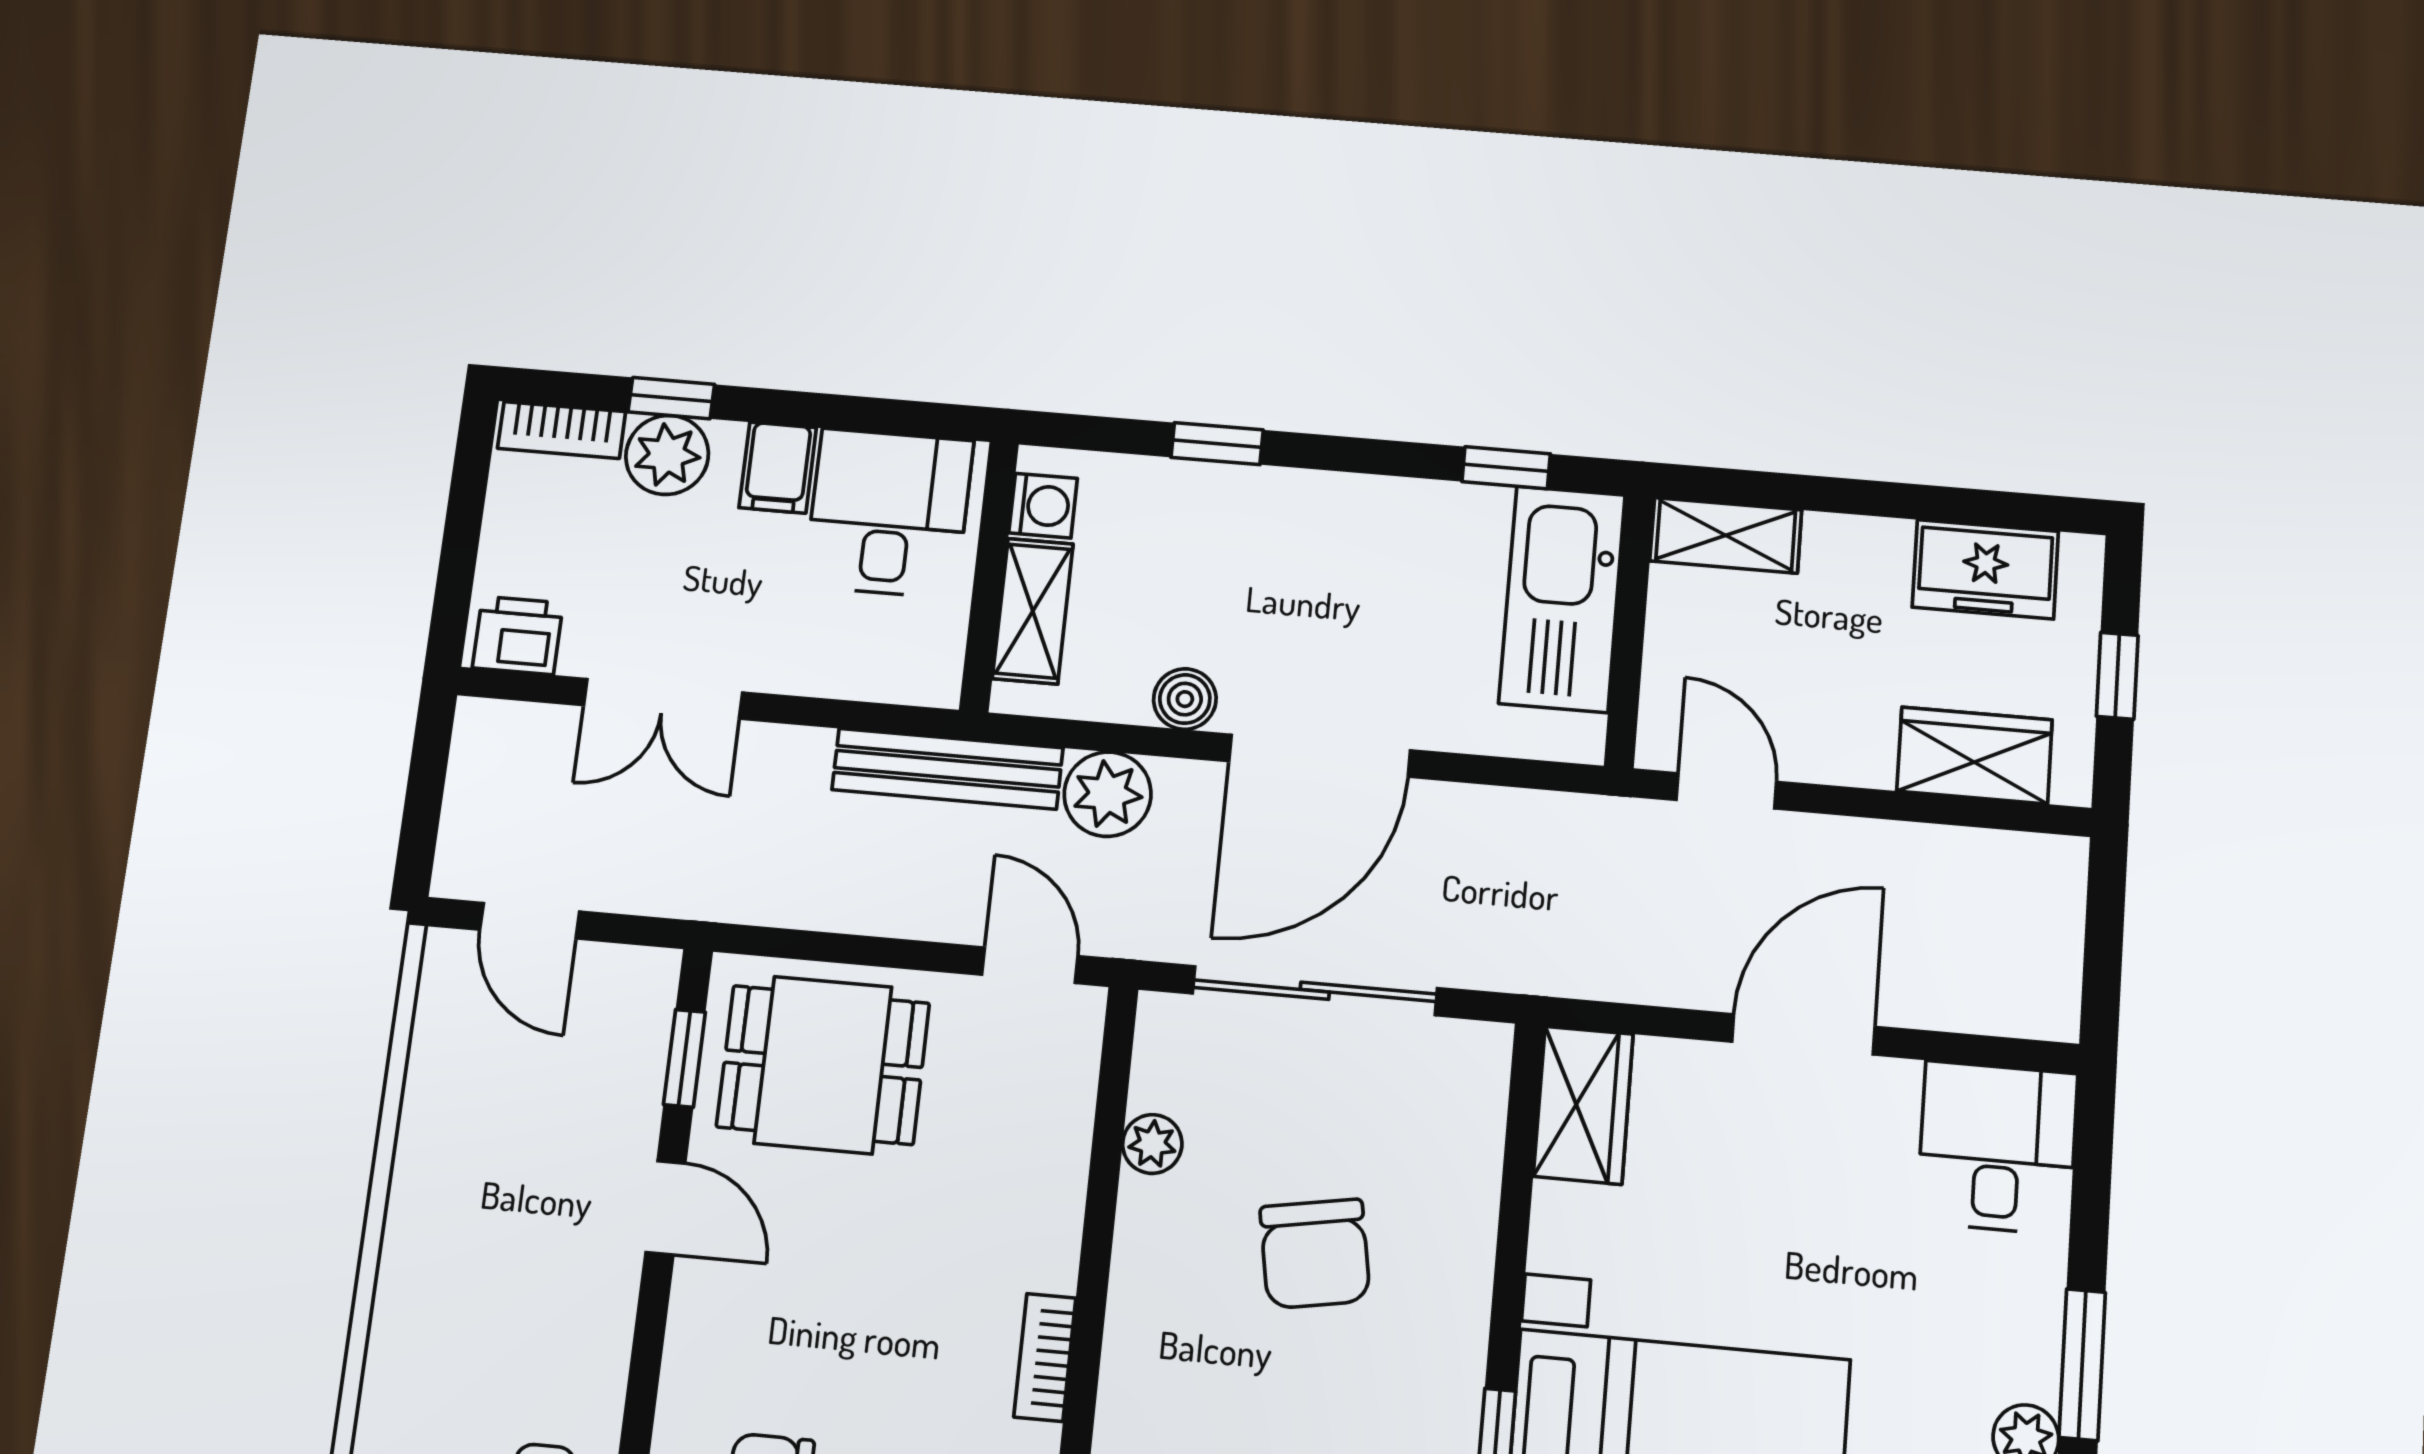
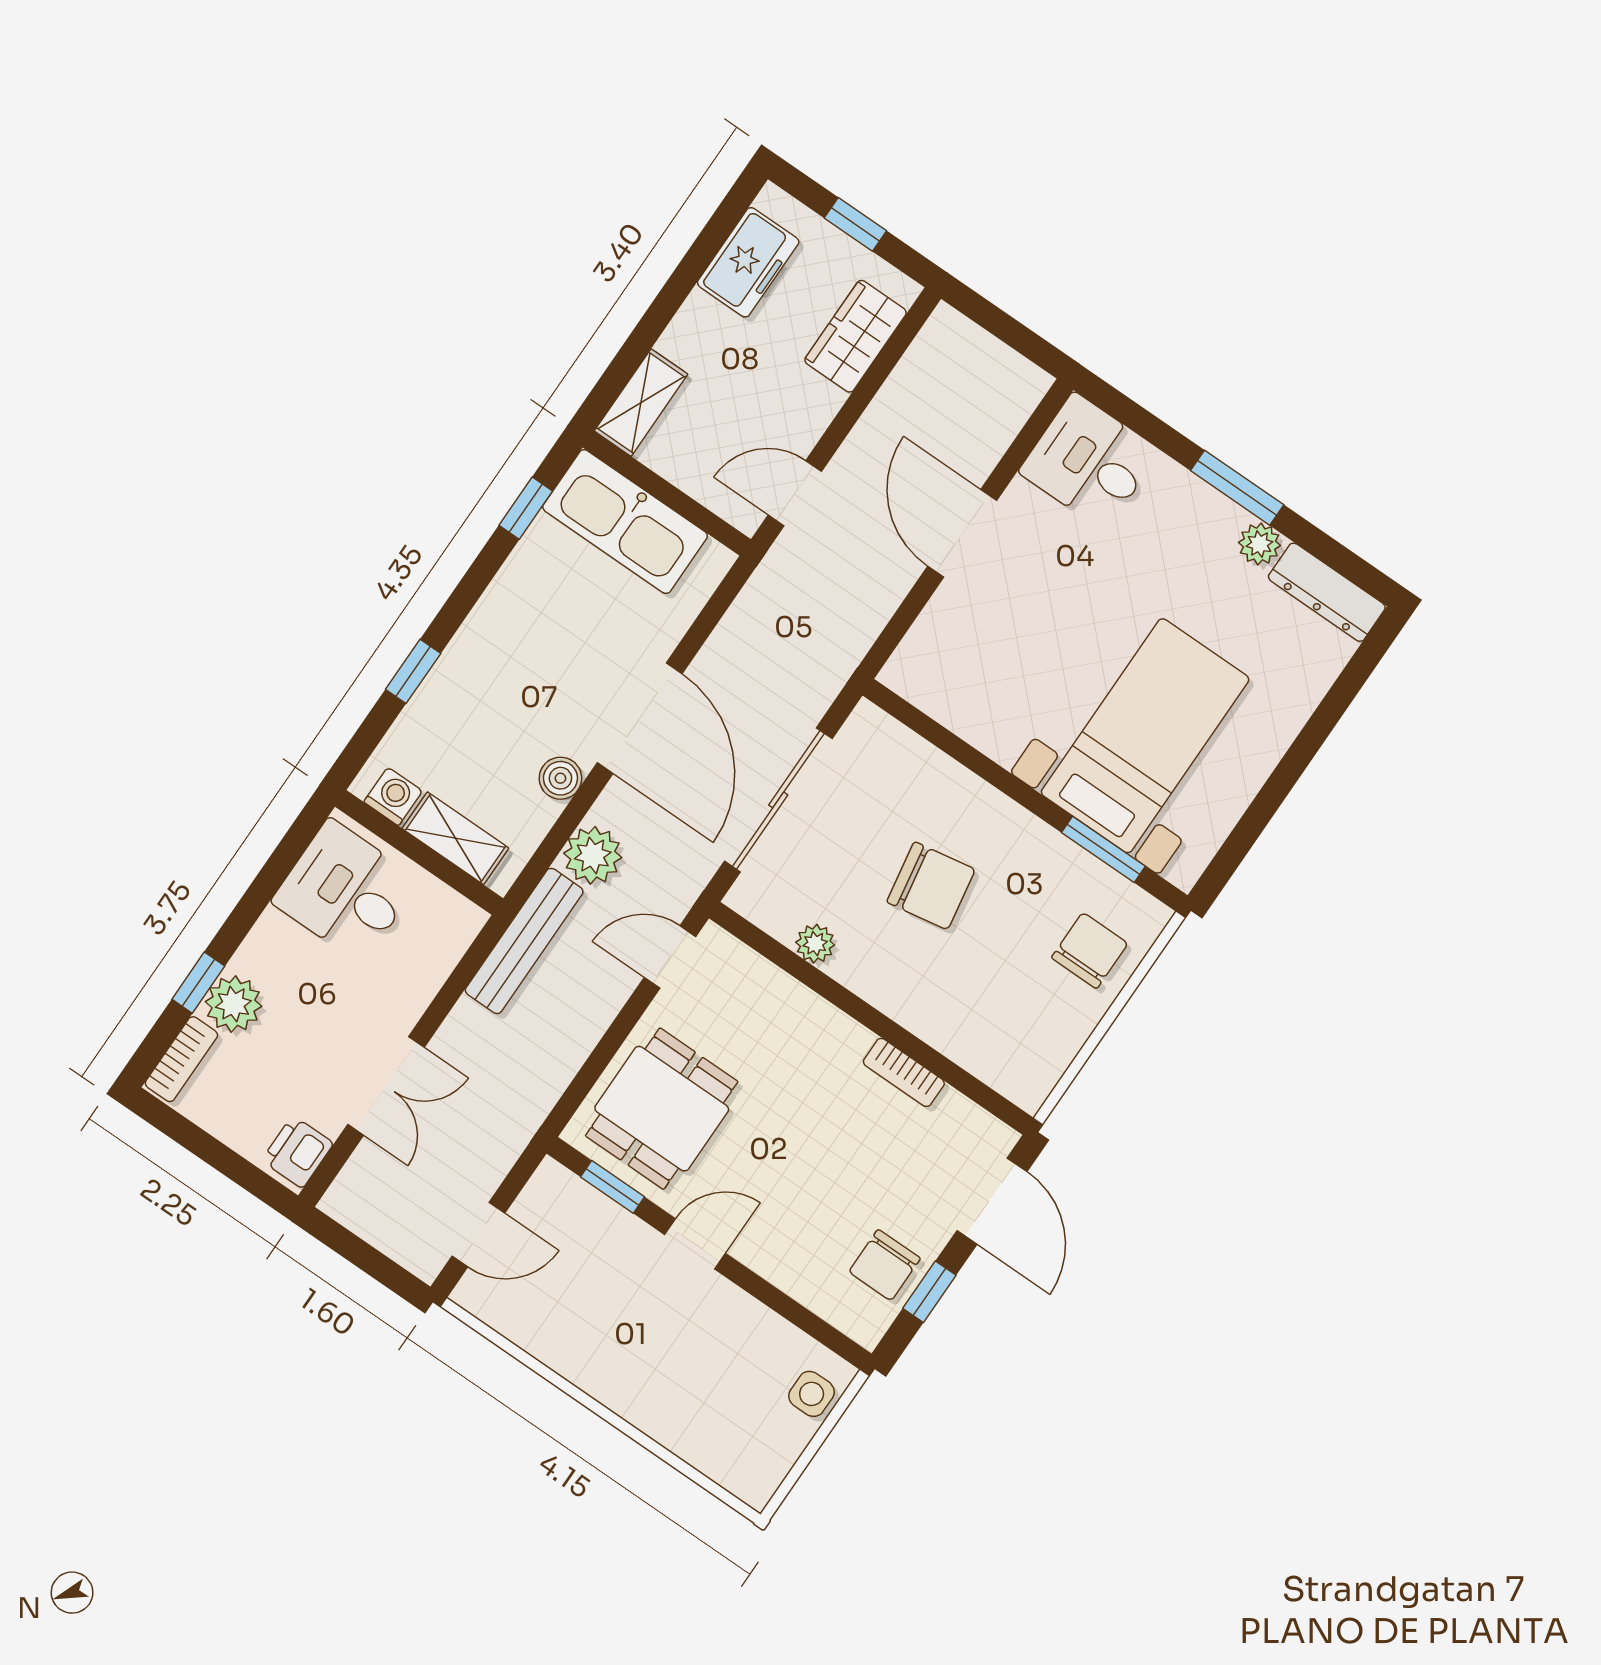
filing cabinet: (778, 468) -> (279, 942), removed
wardrobe: (1583, 1105) -> (932, 683), removed

